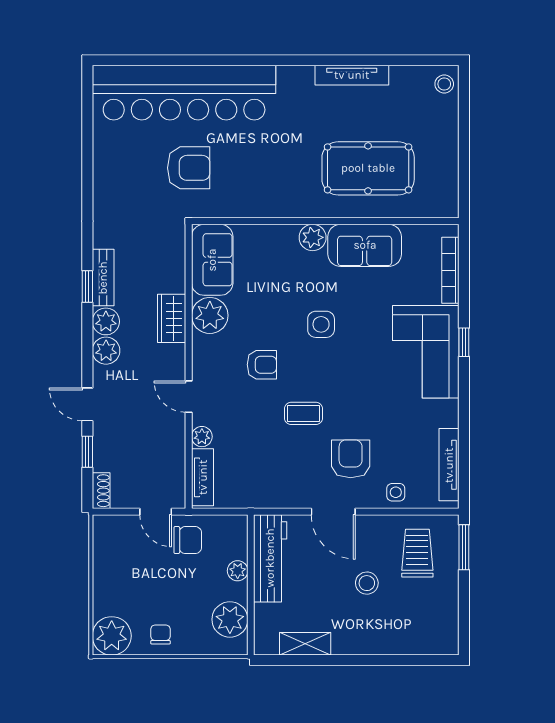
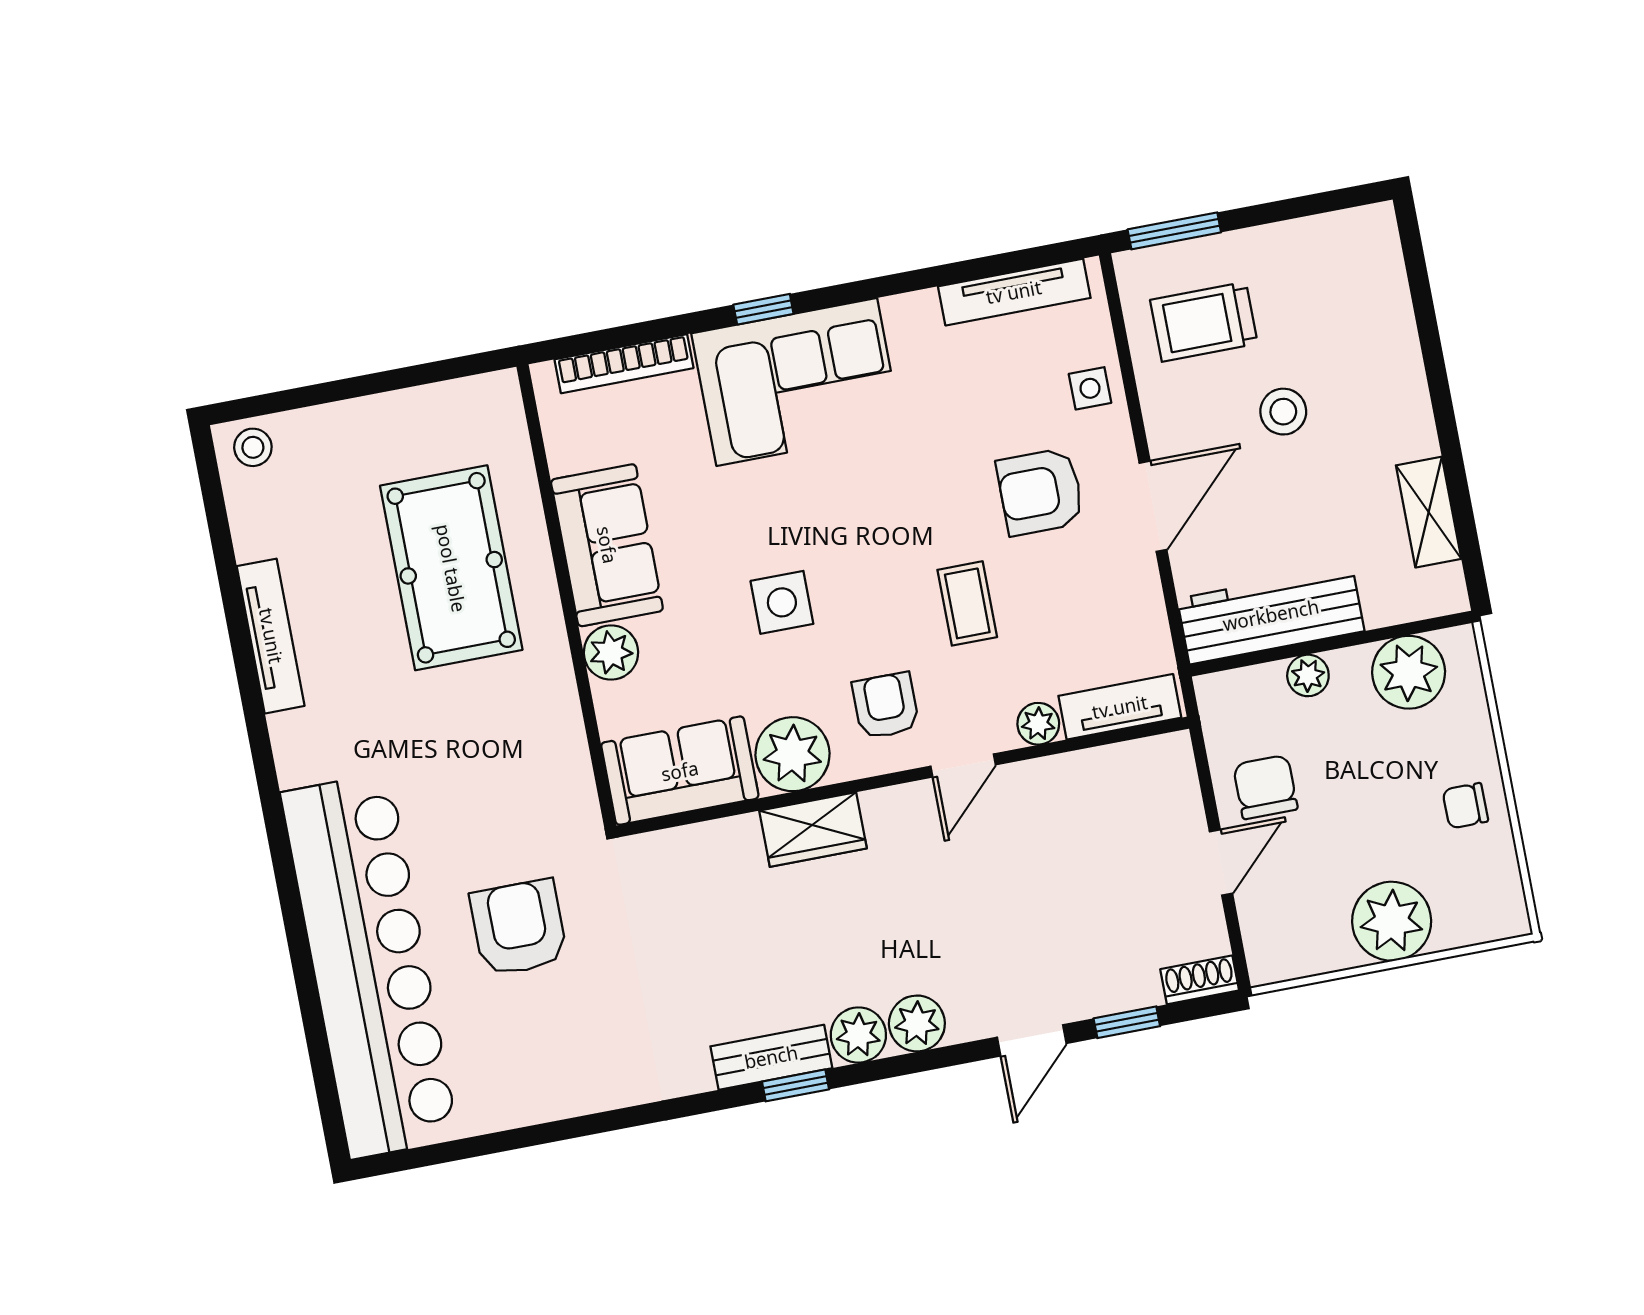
sofa: (212, 260) -> (680, 771), moved
plant: (210, 315) -> (792, 754), moved
wardrobe: (172, 318) -> (813, 830), moved
wall: (189, 366) -> (903, 777), moved
door: (189, 397) -> (963, 766), moved
plant: (202, 437) -> (1038, 724), moved
tv unit: (203, 477) -> (1120, 707), moved
plant: (112, 636) -> (1392, 921), moved

